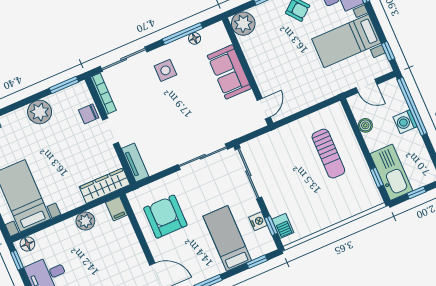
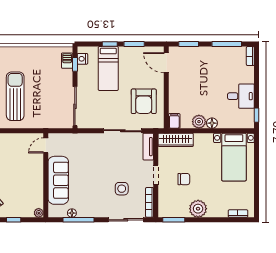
plant: (243, 24) -> (39, 213), width x0.53, depth x0.53
side table: (165, 70) -> (122, 189), moved
sofa: (229, 72) -> (58, 180), width x1.36
chair: (89, 114) -> (184, 179), moved
sun lounger: (328, 154) -> (15, 96), width x1.36, depth x1.34
sliding door: (203, 157) -> (123, 131), moved
nightstand: (258, 221) -> (82, 59), moved
floor lamp: (27, 244) -> (212, 123), moved
window: (257, 262) -> (110, 44), moved

